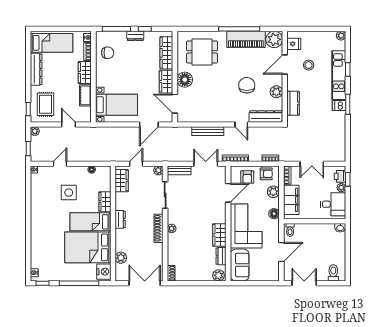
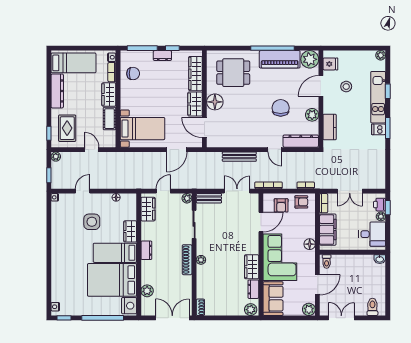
plant: (273, 192) -> (309, 309), moved

